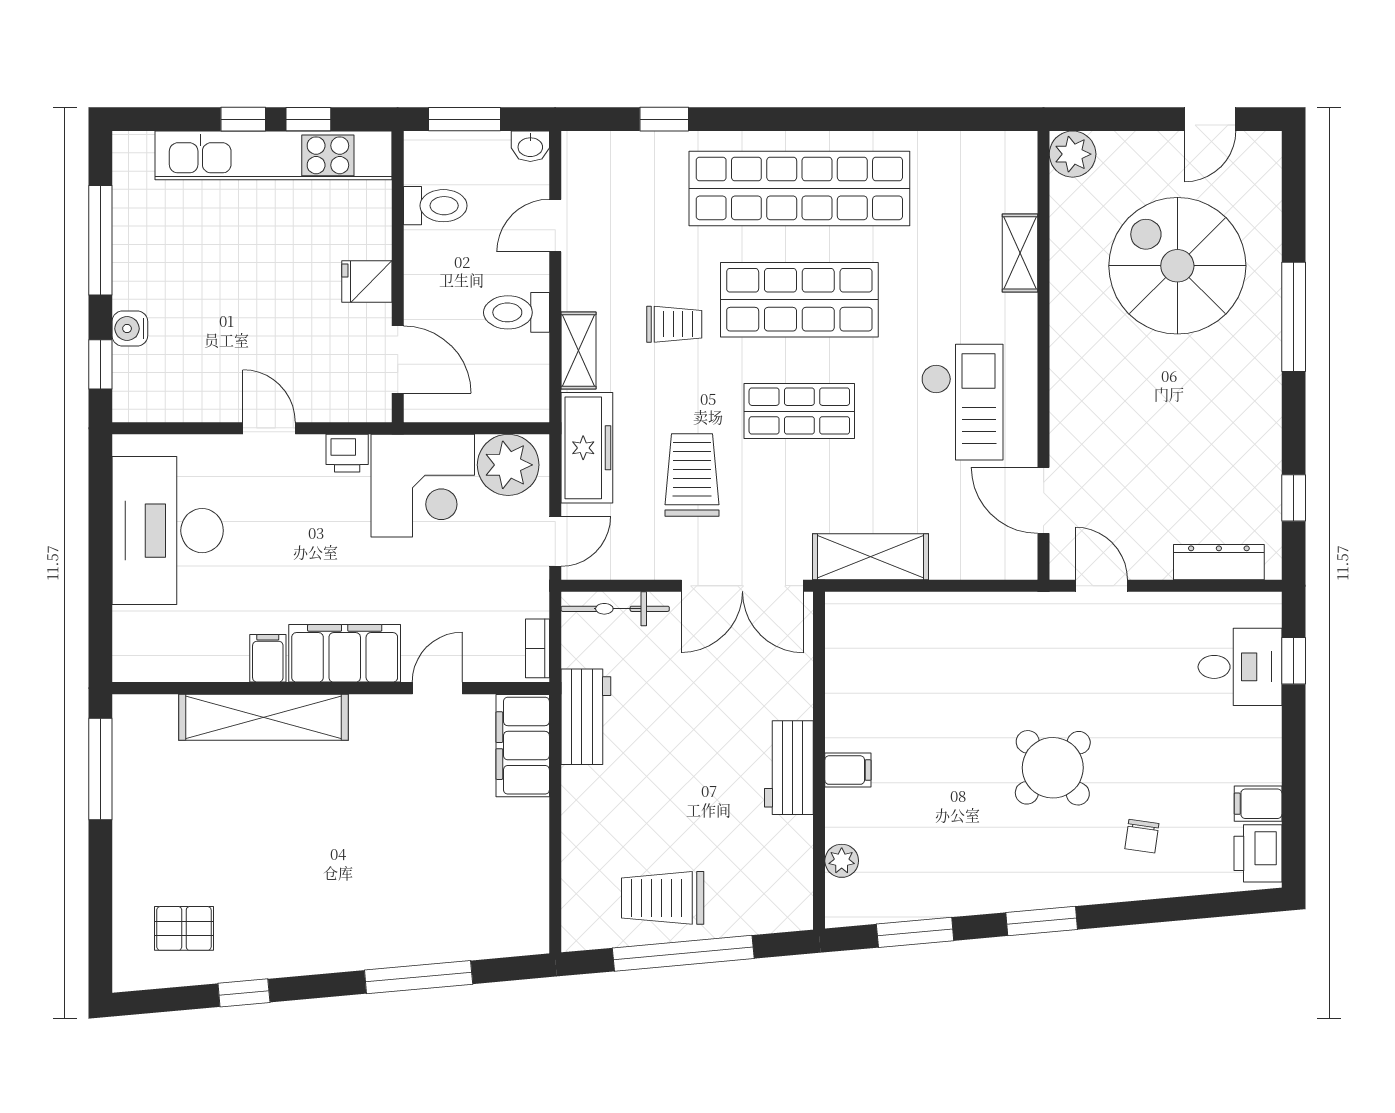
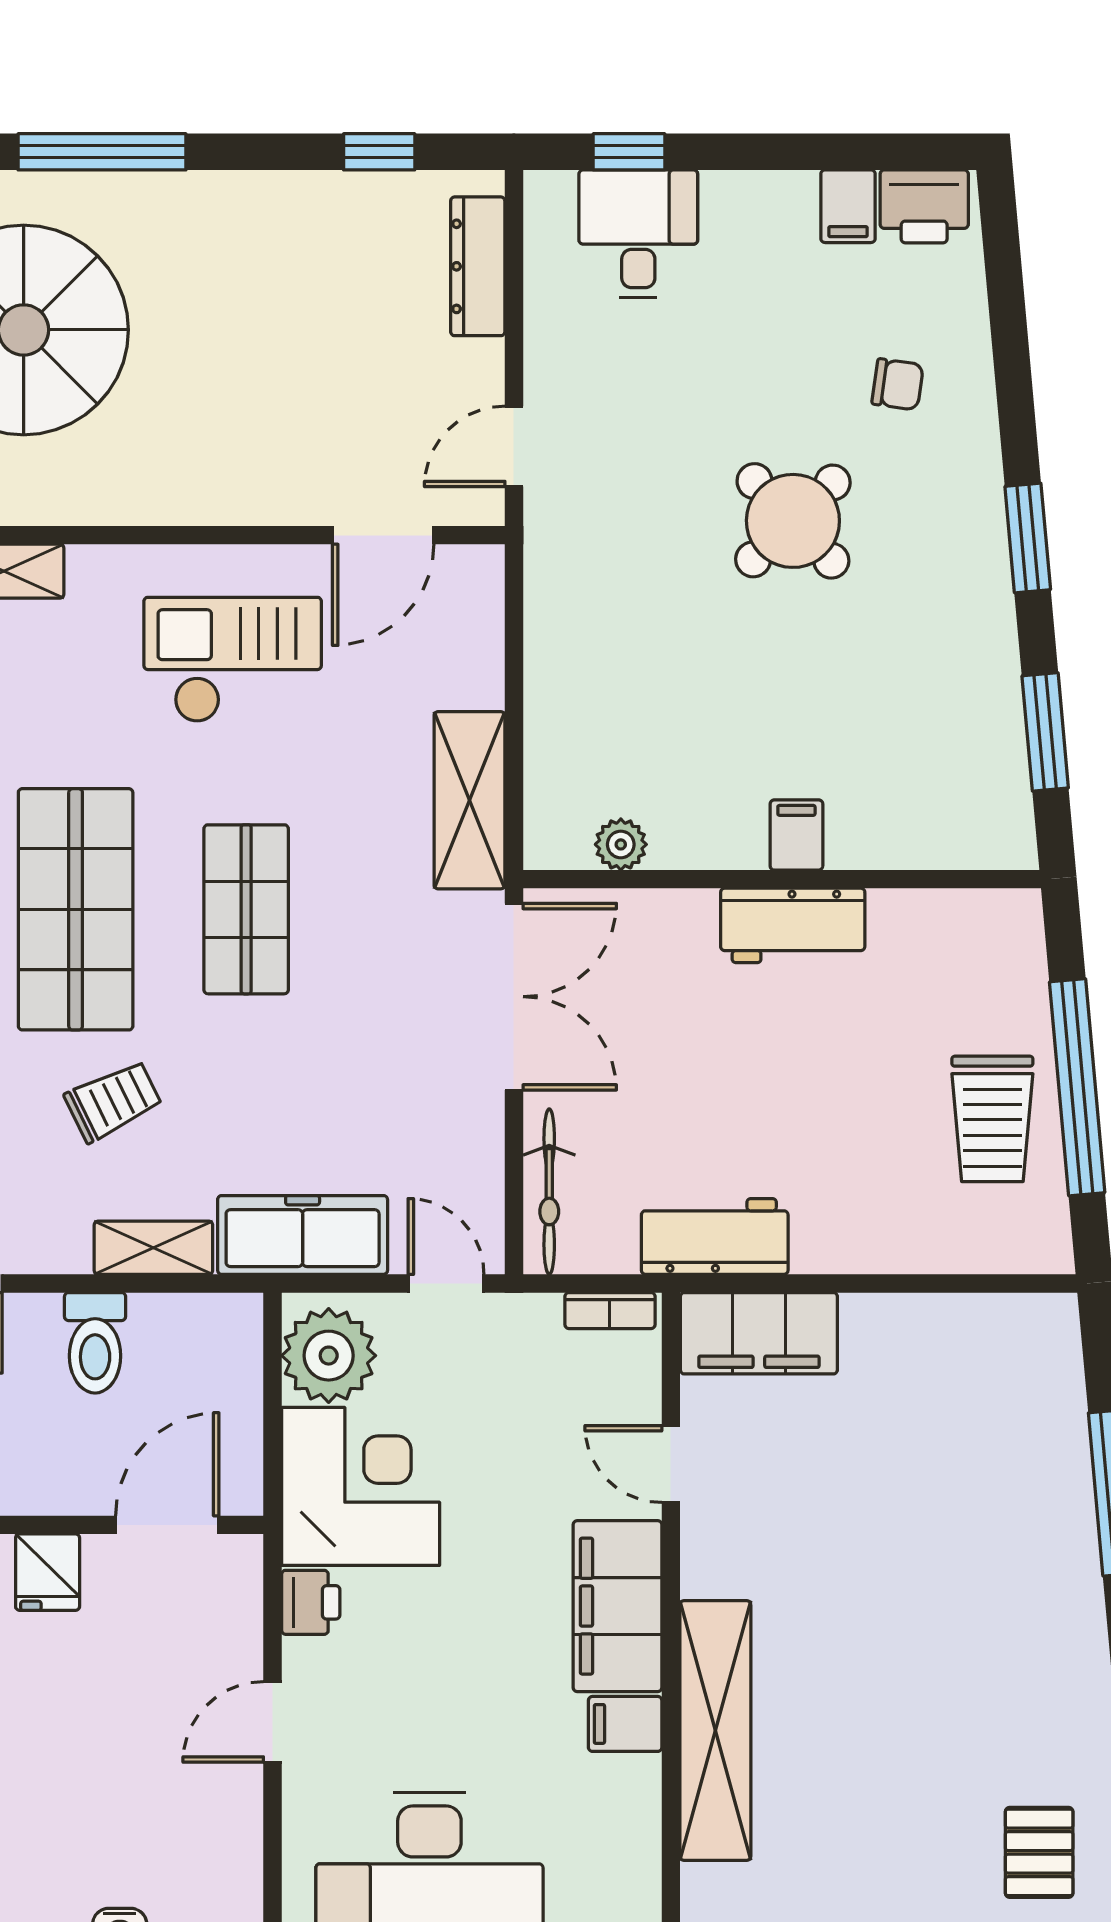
trolley: (674, 324) -> (113, 1101), turned 64
trolley: (692, 475) -> (344, 1074), removed
plant: (842, 861) -> (621, 844), moved

